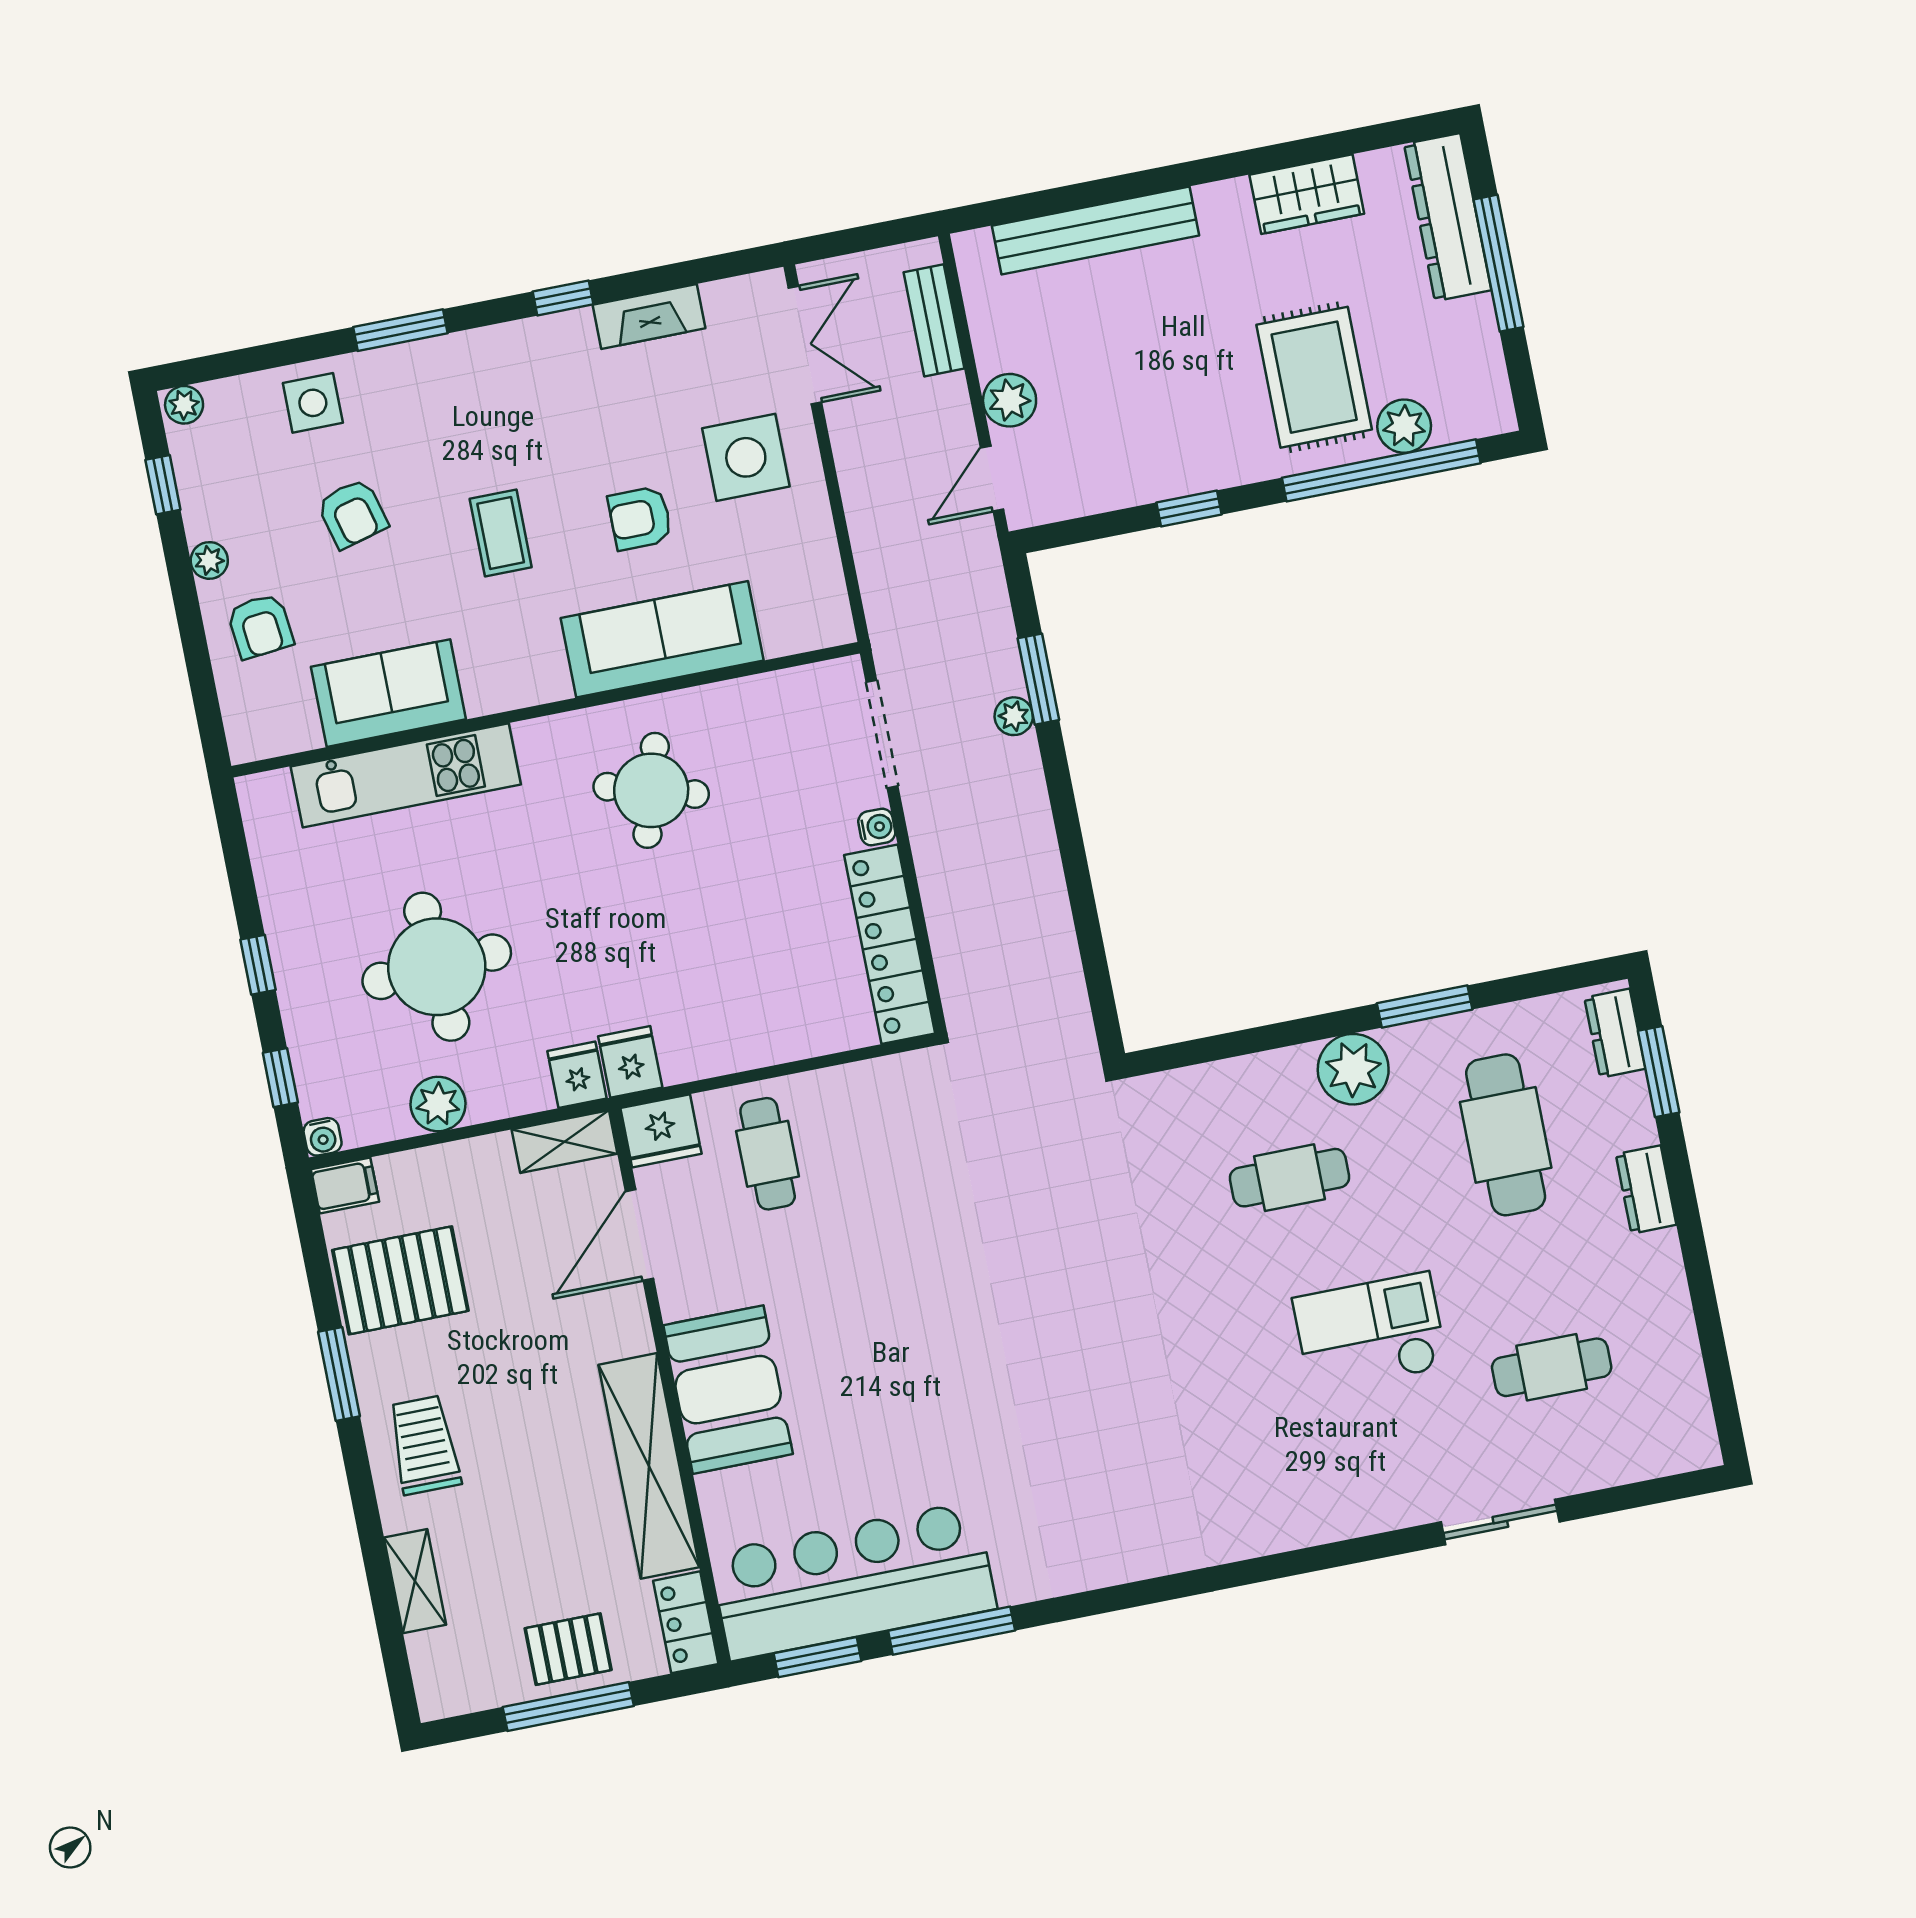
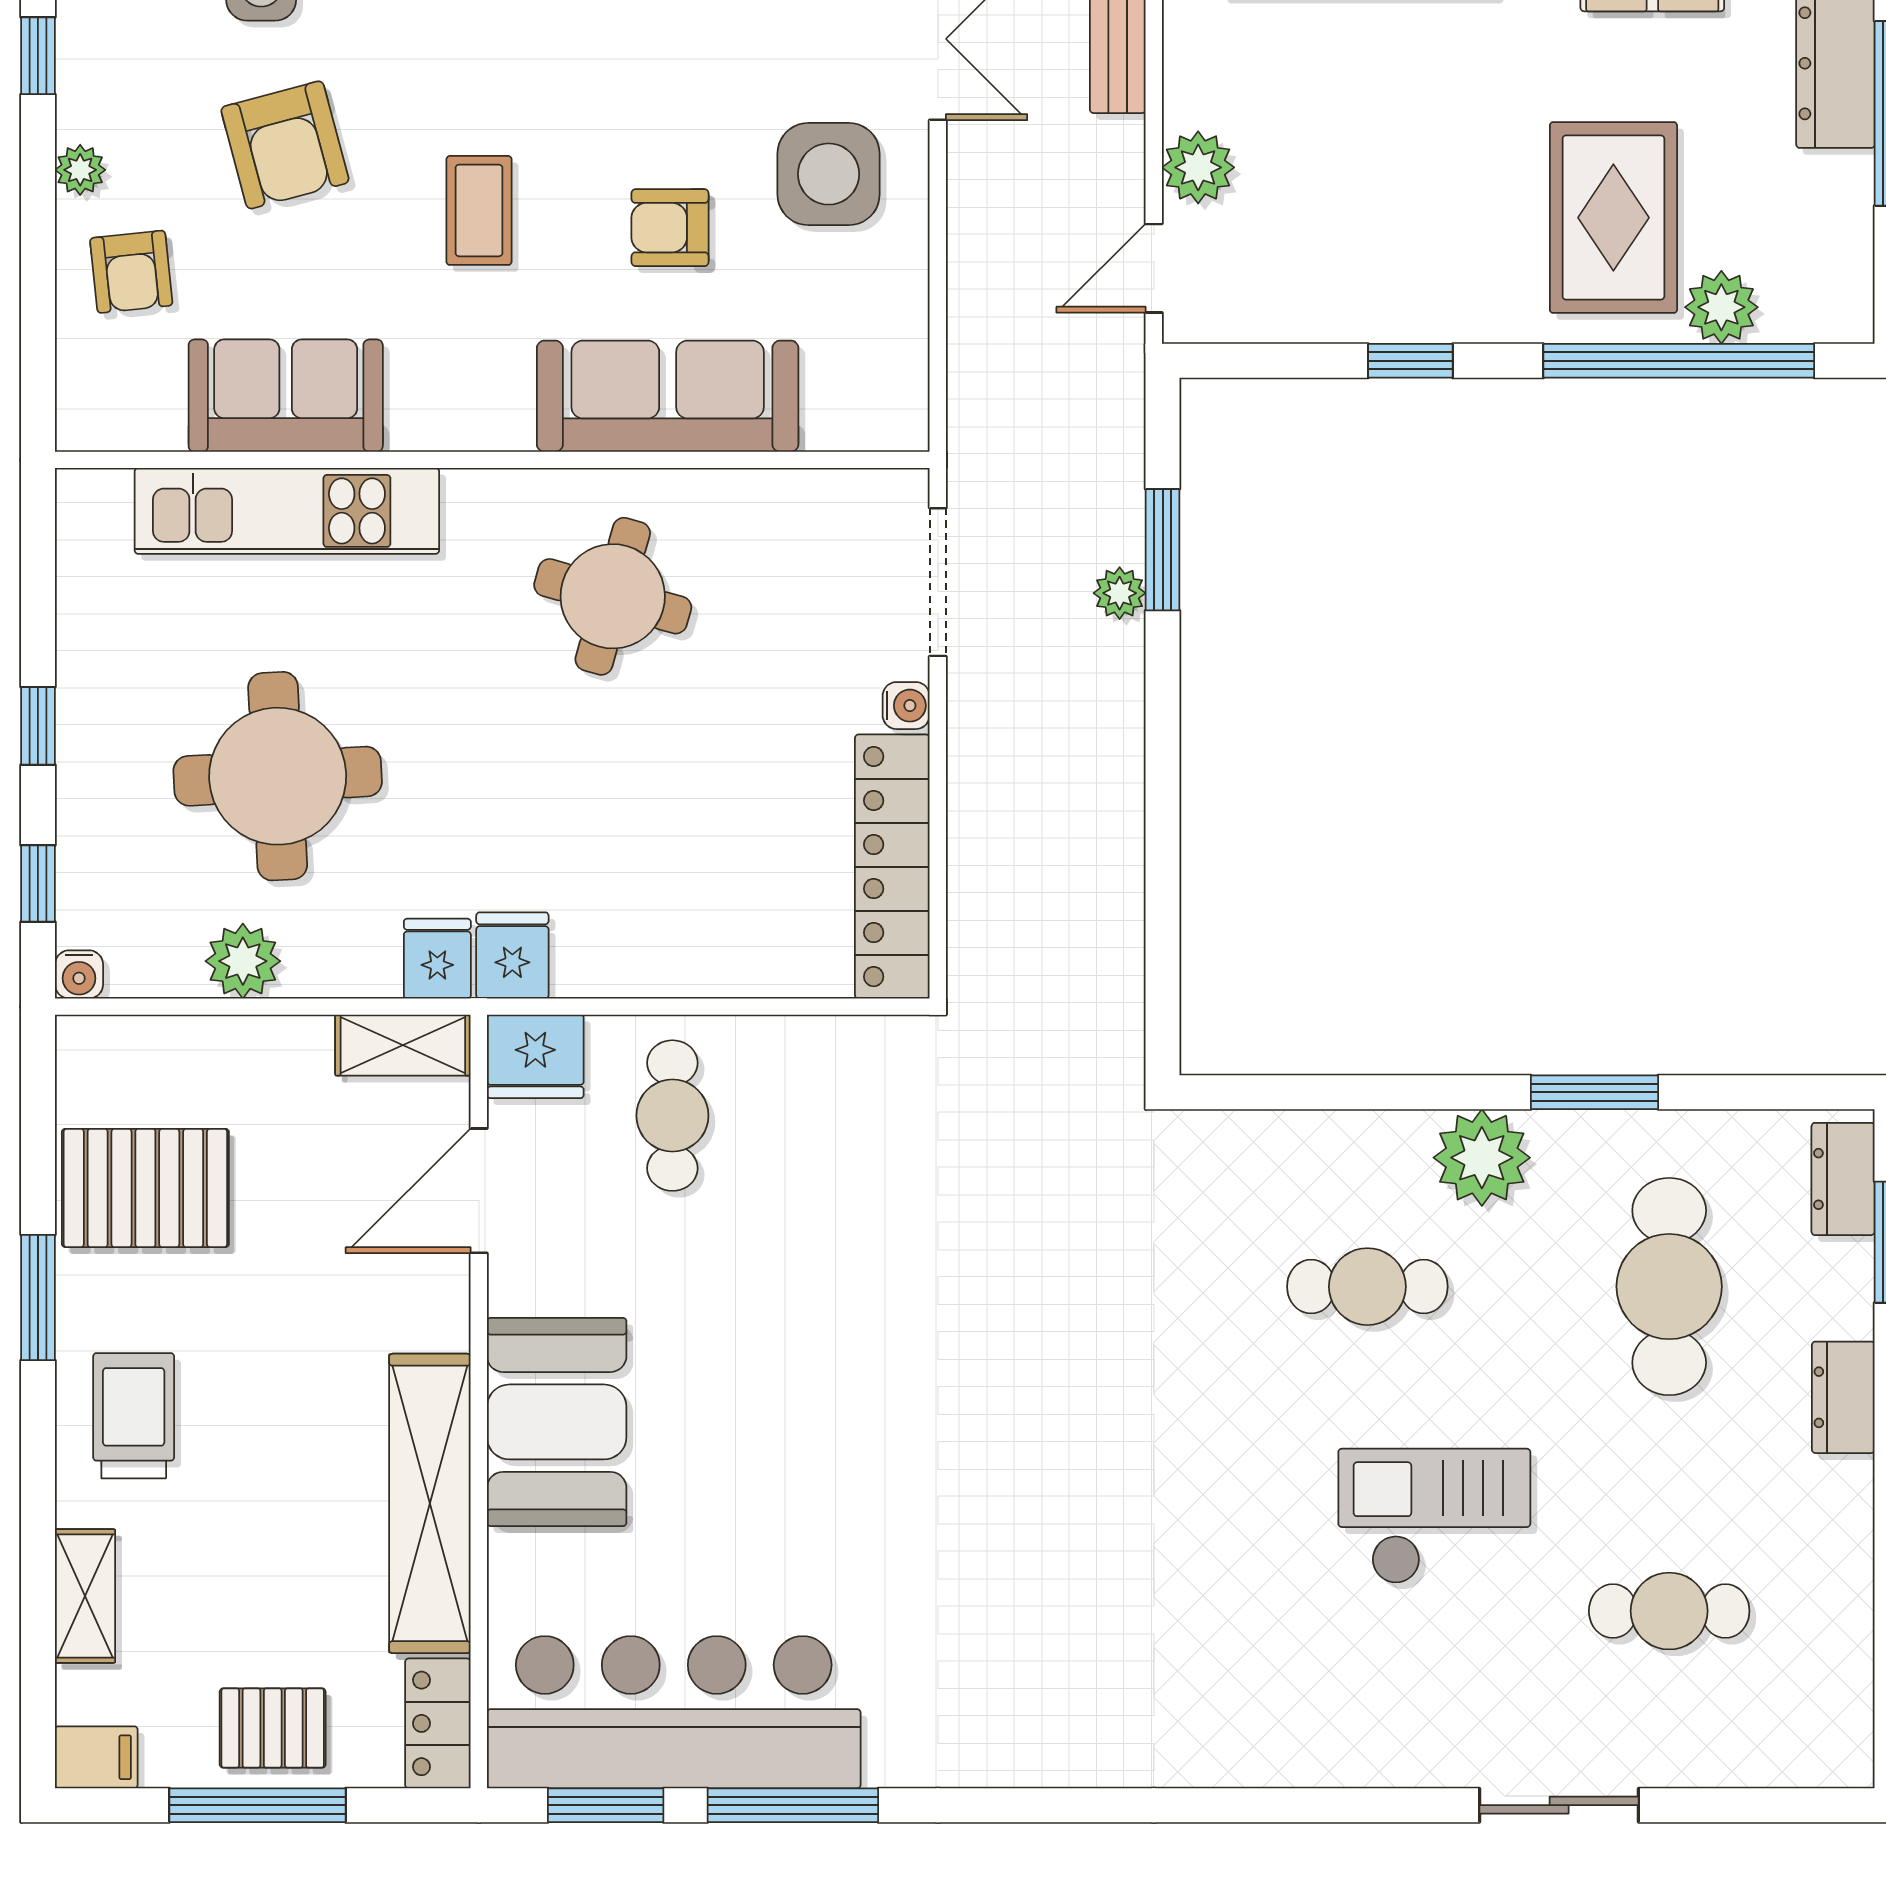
armchair: (352, 514) -> (285, 145), width x1.38, depth x1.38
filing cabinet: (345, 1186) -> (96, 1757), moved

